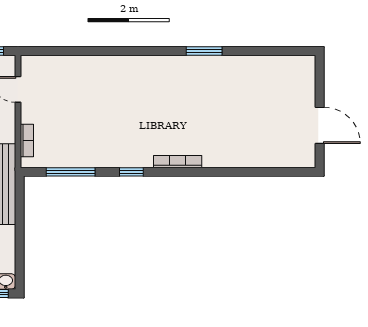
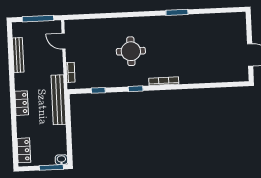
round table: (126, 111) -> (131, 51), added
window: (71, 172) -> (98, 90), width x0.46

